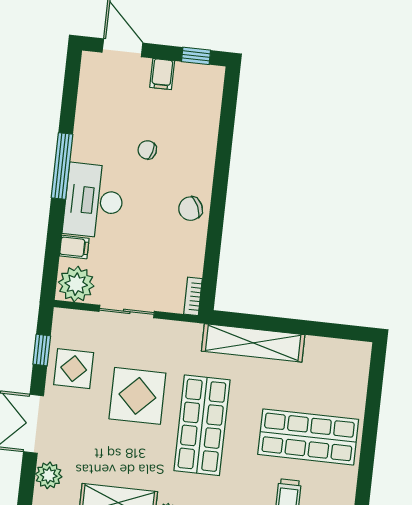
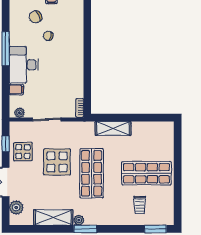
chair: (191, 209) -> (35, 17), moved
plant: (76, 284) -> (19, 113), width x0.53, depth x0.53
shelving: (253, 343) -> (113, 128), width x0.68

